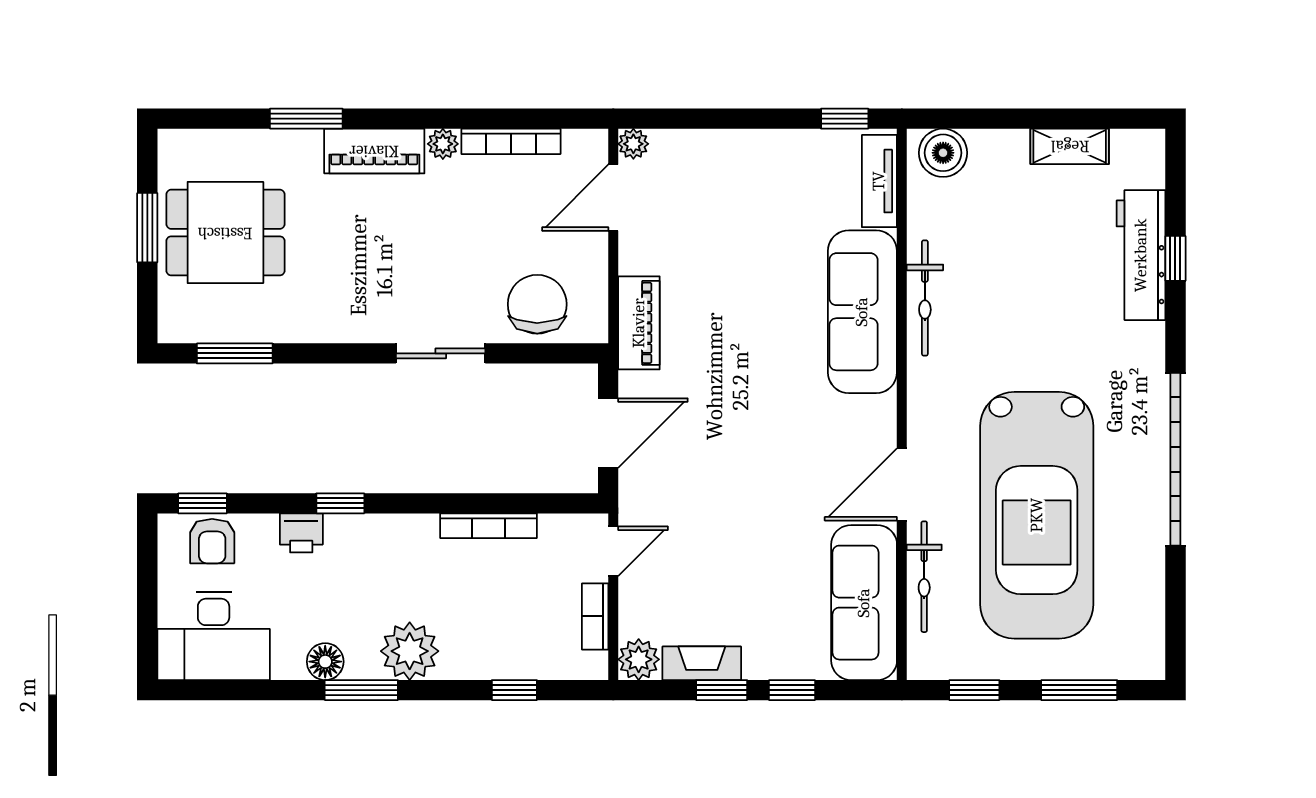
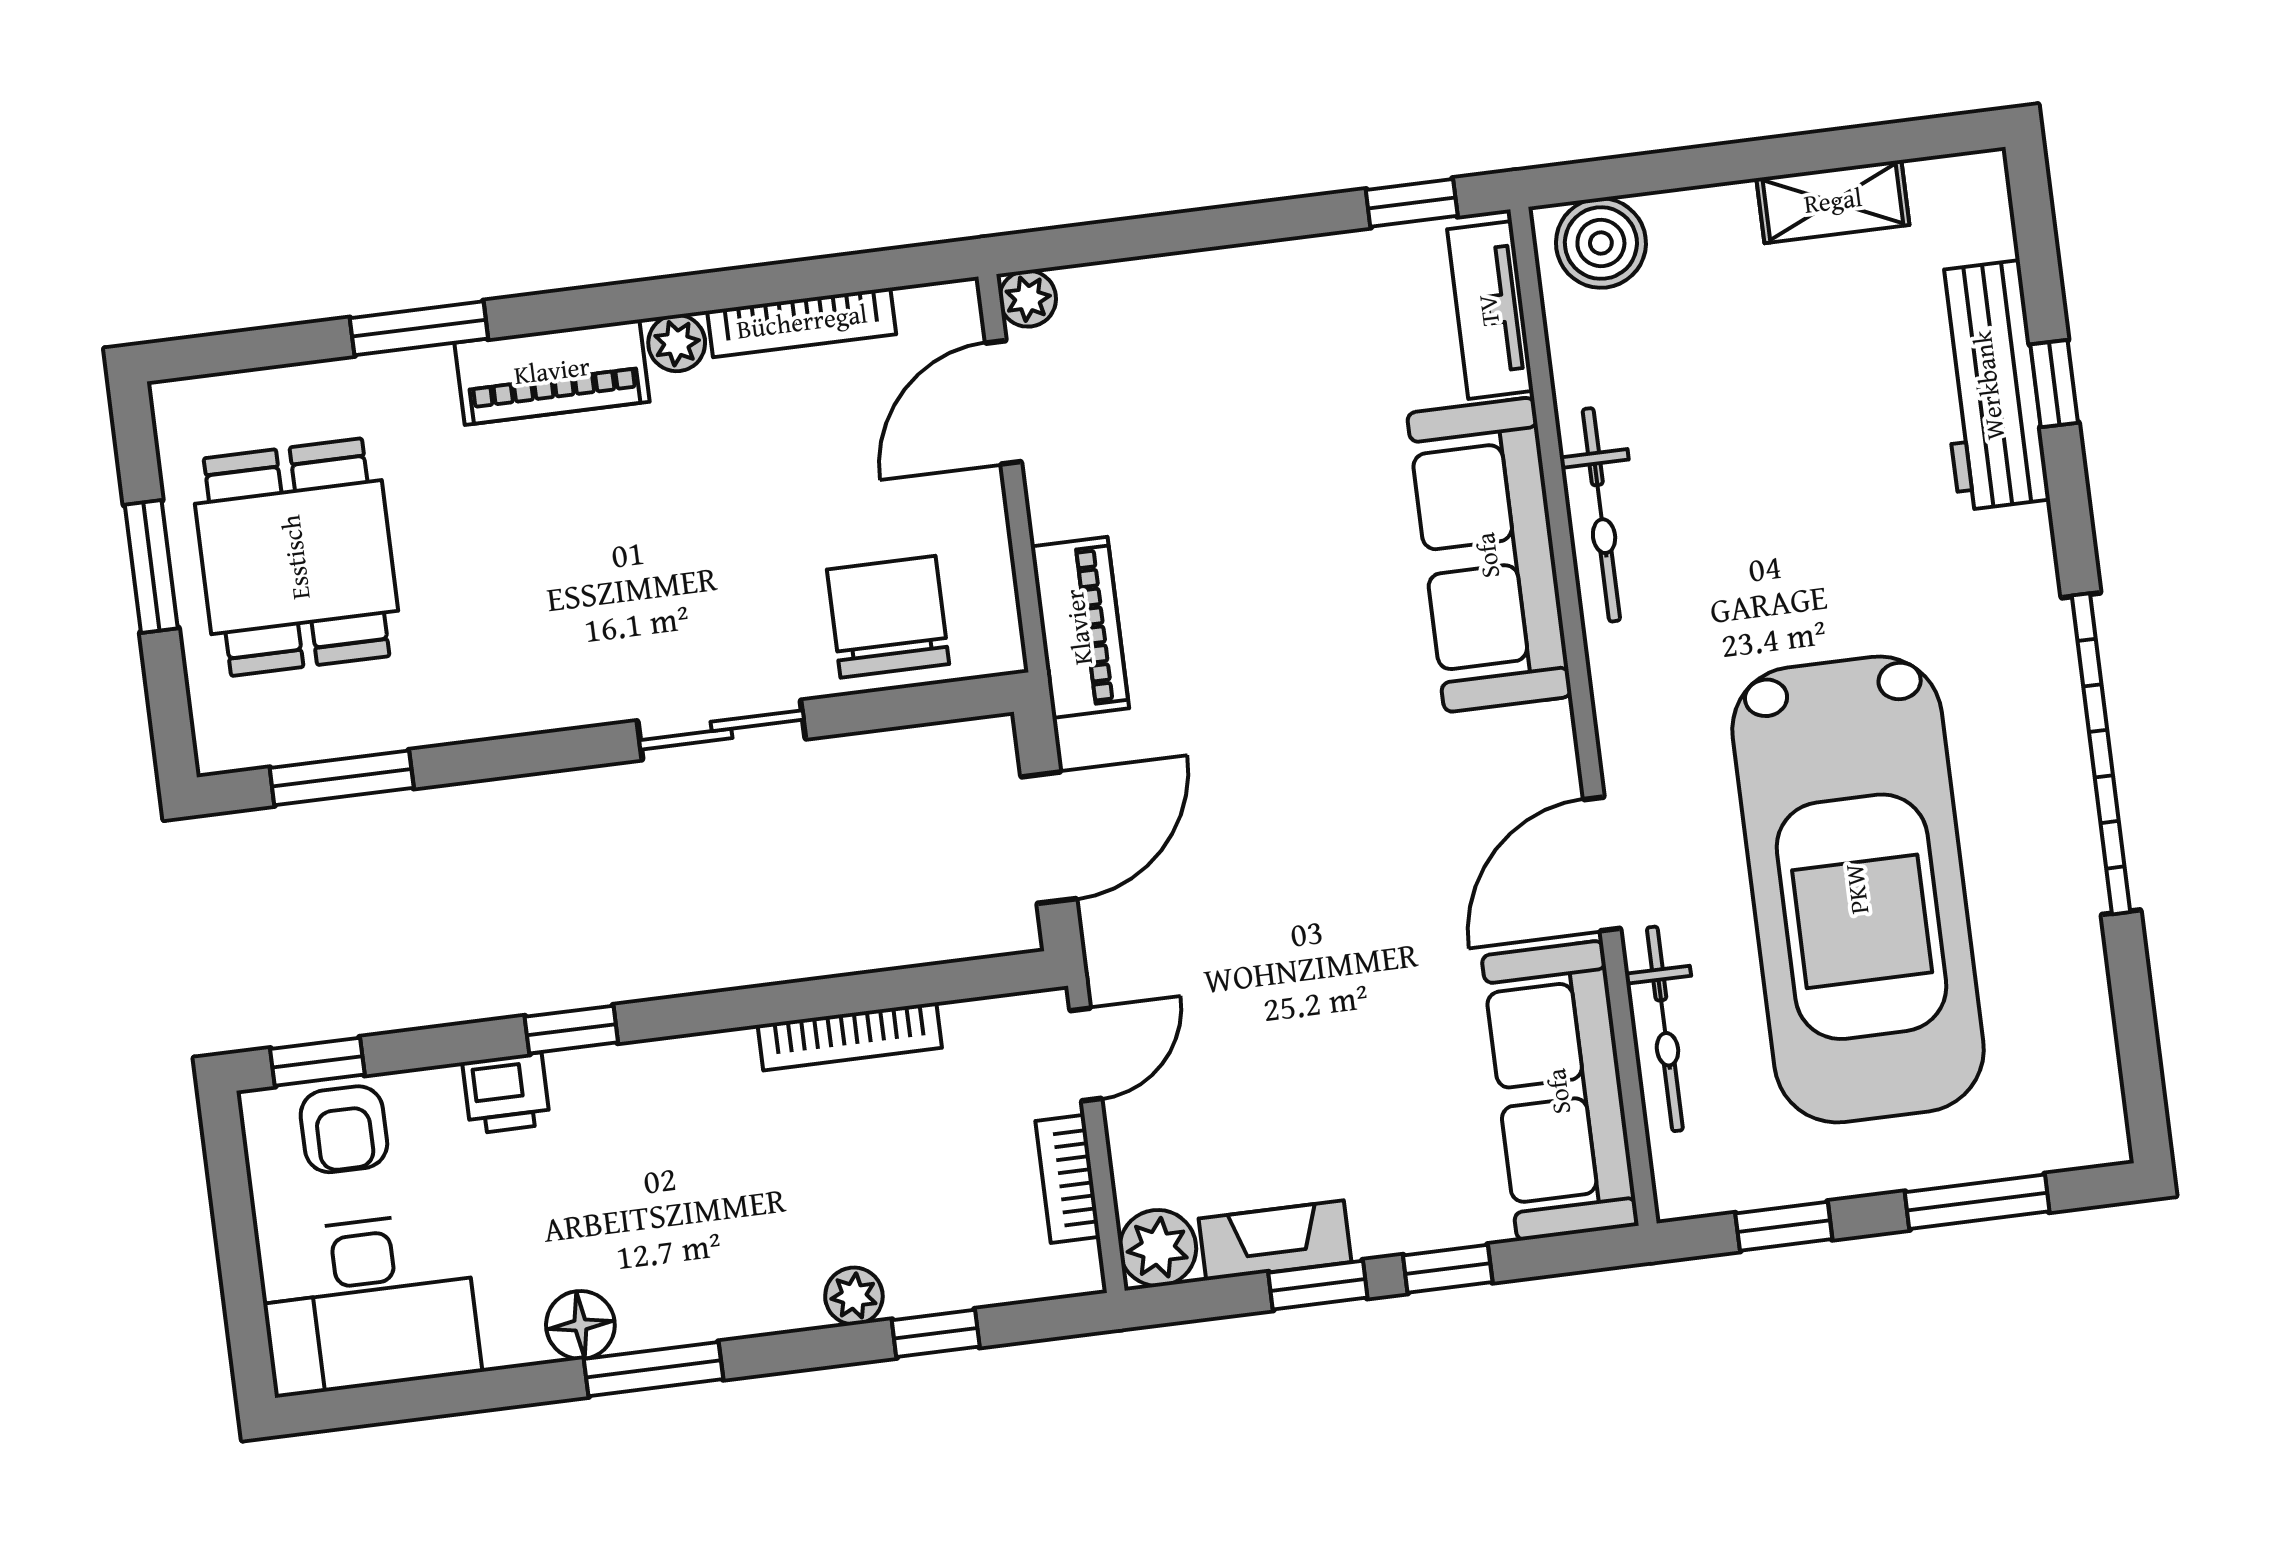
dining table: (225, 233) -> (297, 557), turned 90
plant: (410, 651) -> (854, 1296), moved, width x0.53, depth x0.53

